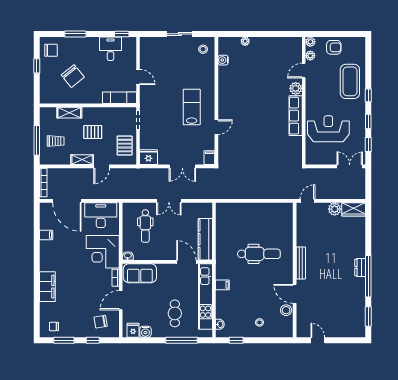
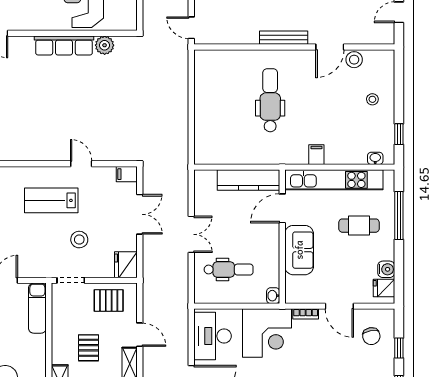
plant: (296, 88) -> (105, 45), moved
stool: (165, 126) -> (79, 240), added
sofa: (140, 273) -> (299, 250), moved

